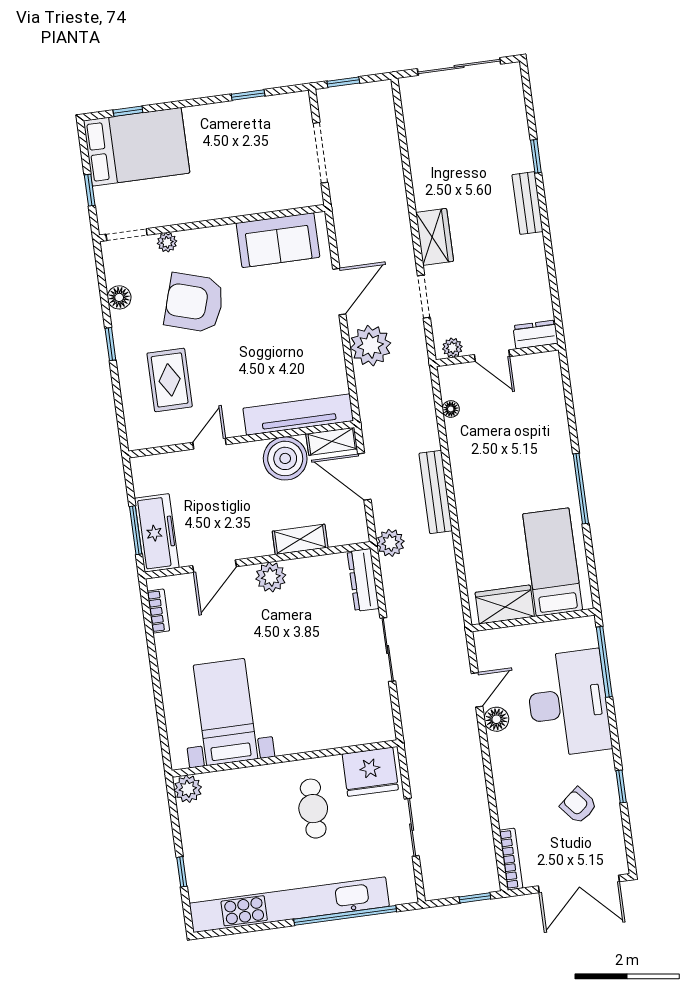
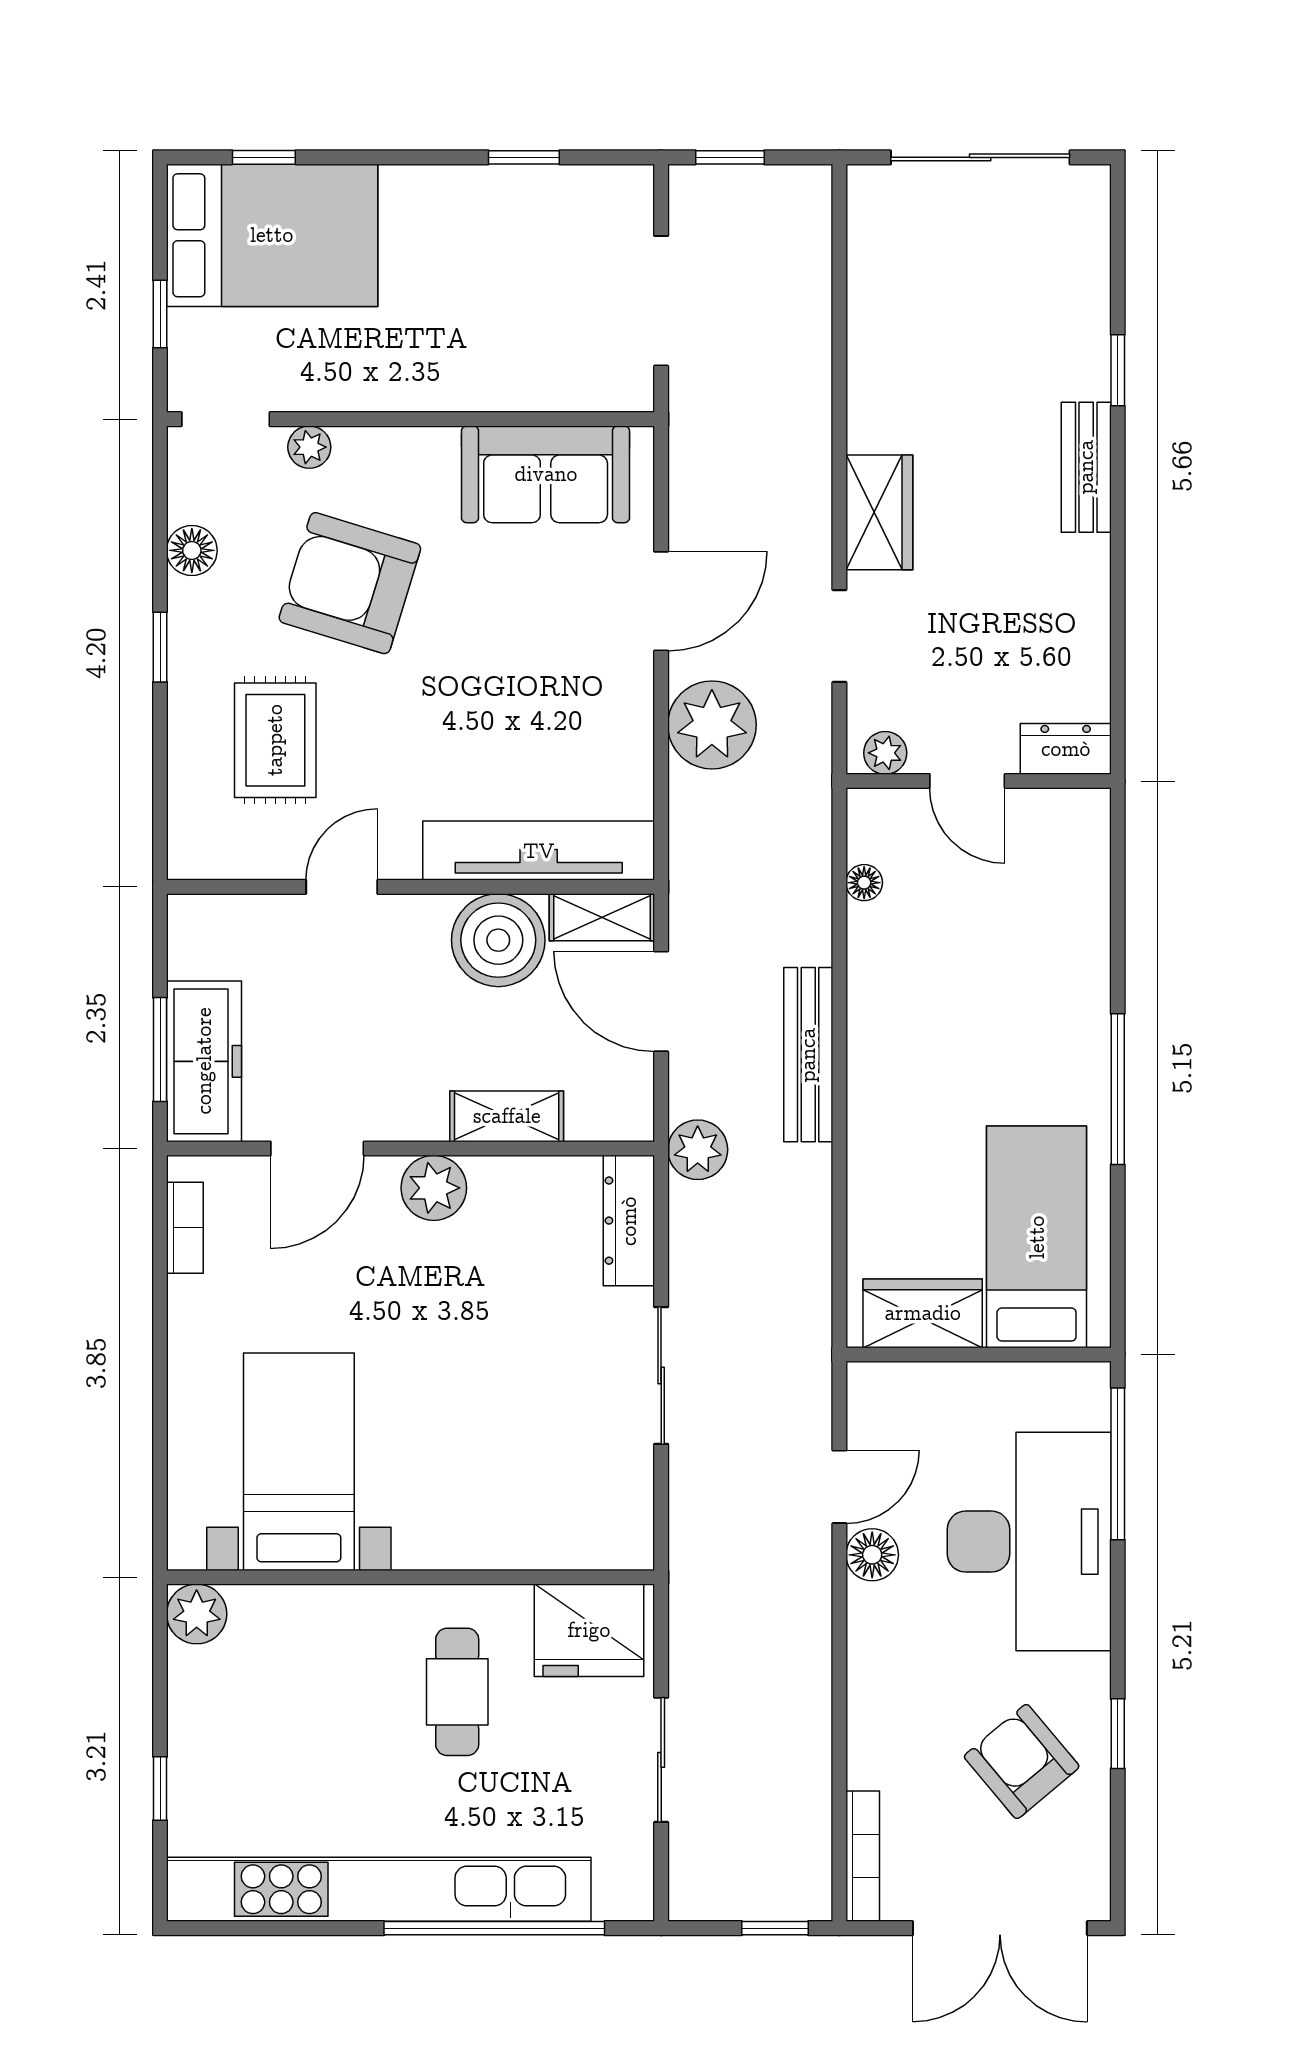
armchair: (578, 805) -> (1022, 1762), width x1.38, depth x1.38

